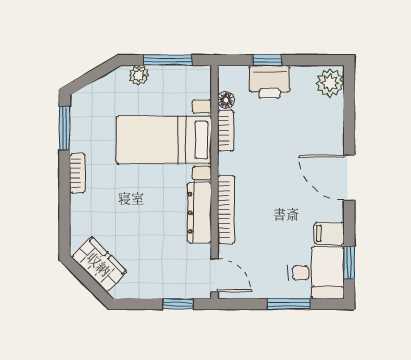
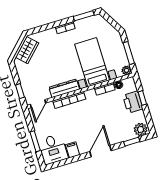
plant: (139, 75) -> (126, 70), moved
window: (349, 263) -> (132, 142), moved

